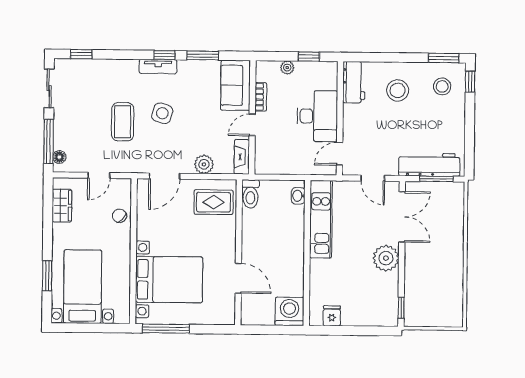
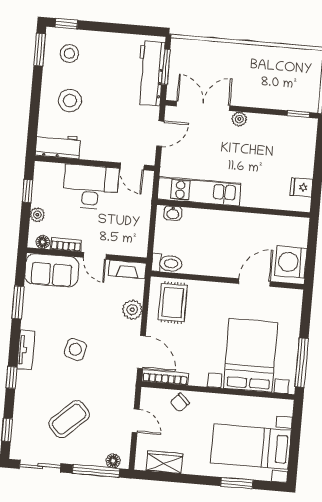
window: (164, 55) -> (11, 377), moved
floor lamp: (262, 75) -> (43, 242), added
coffee table: (123, 122) -> (69, 419), moved, turned -43
bookcase: (142, 200) -> (165, 377), added
plant: (386, 258) -> (239, 119), width x0.53, depth x0.53
washing machine: (290, 311) -> (291, 262), moved

